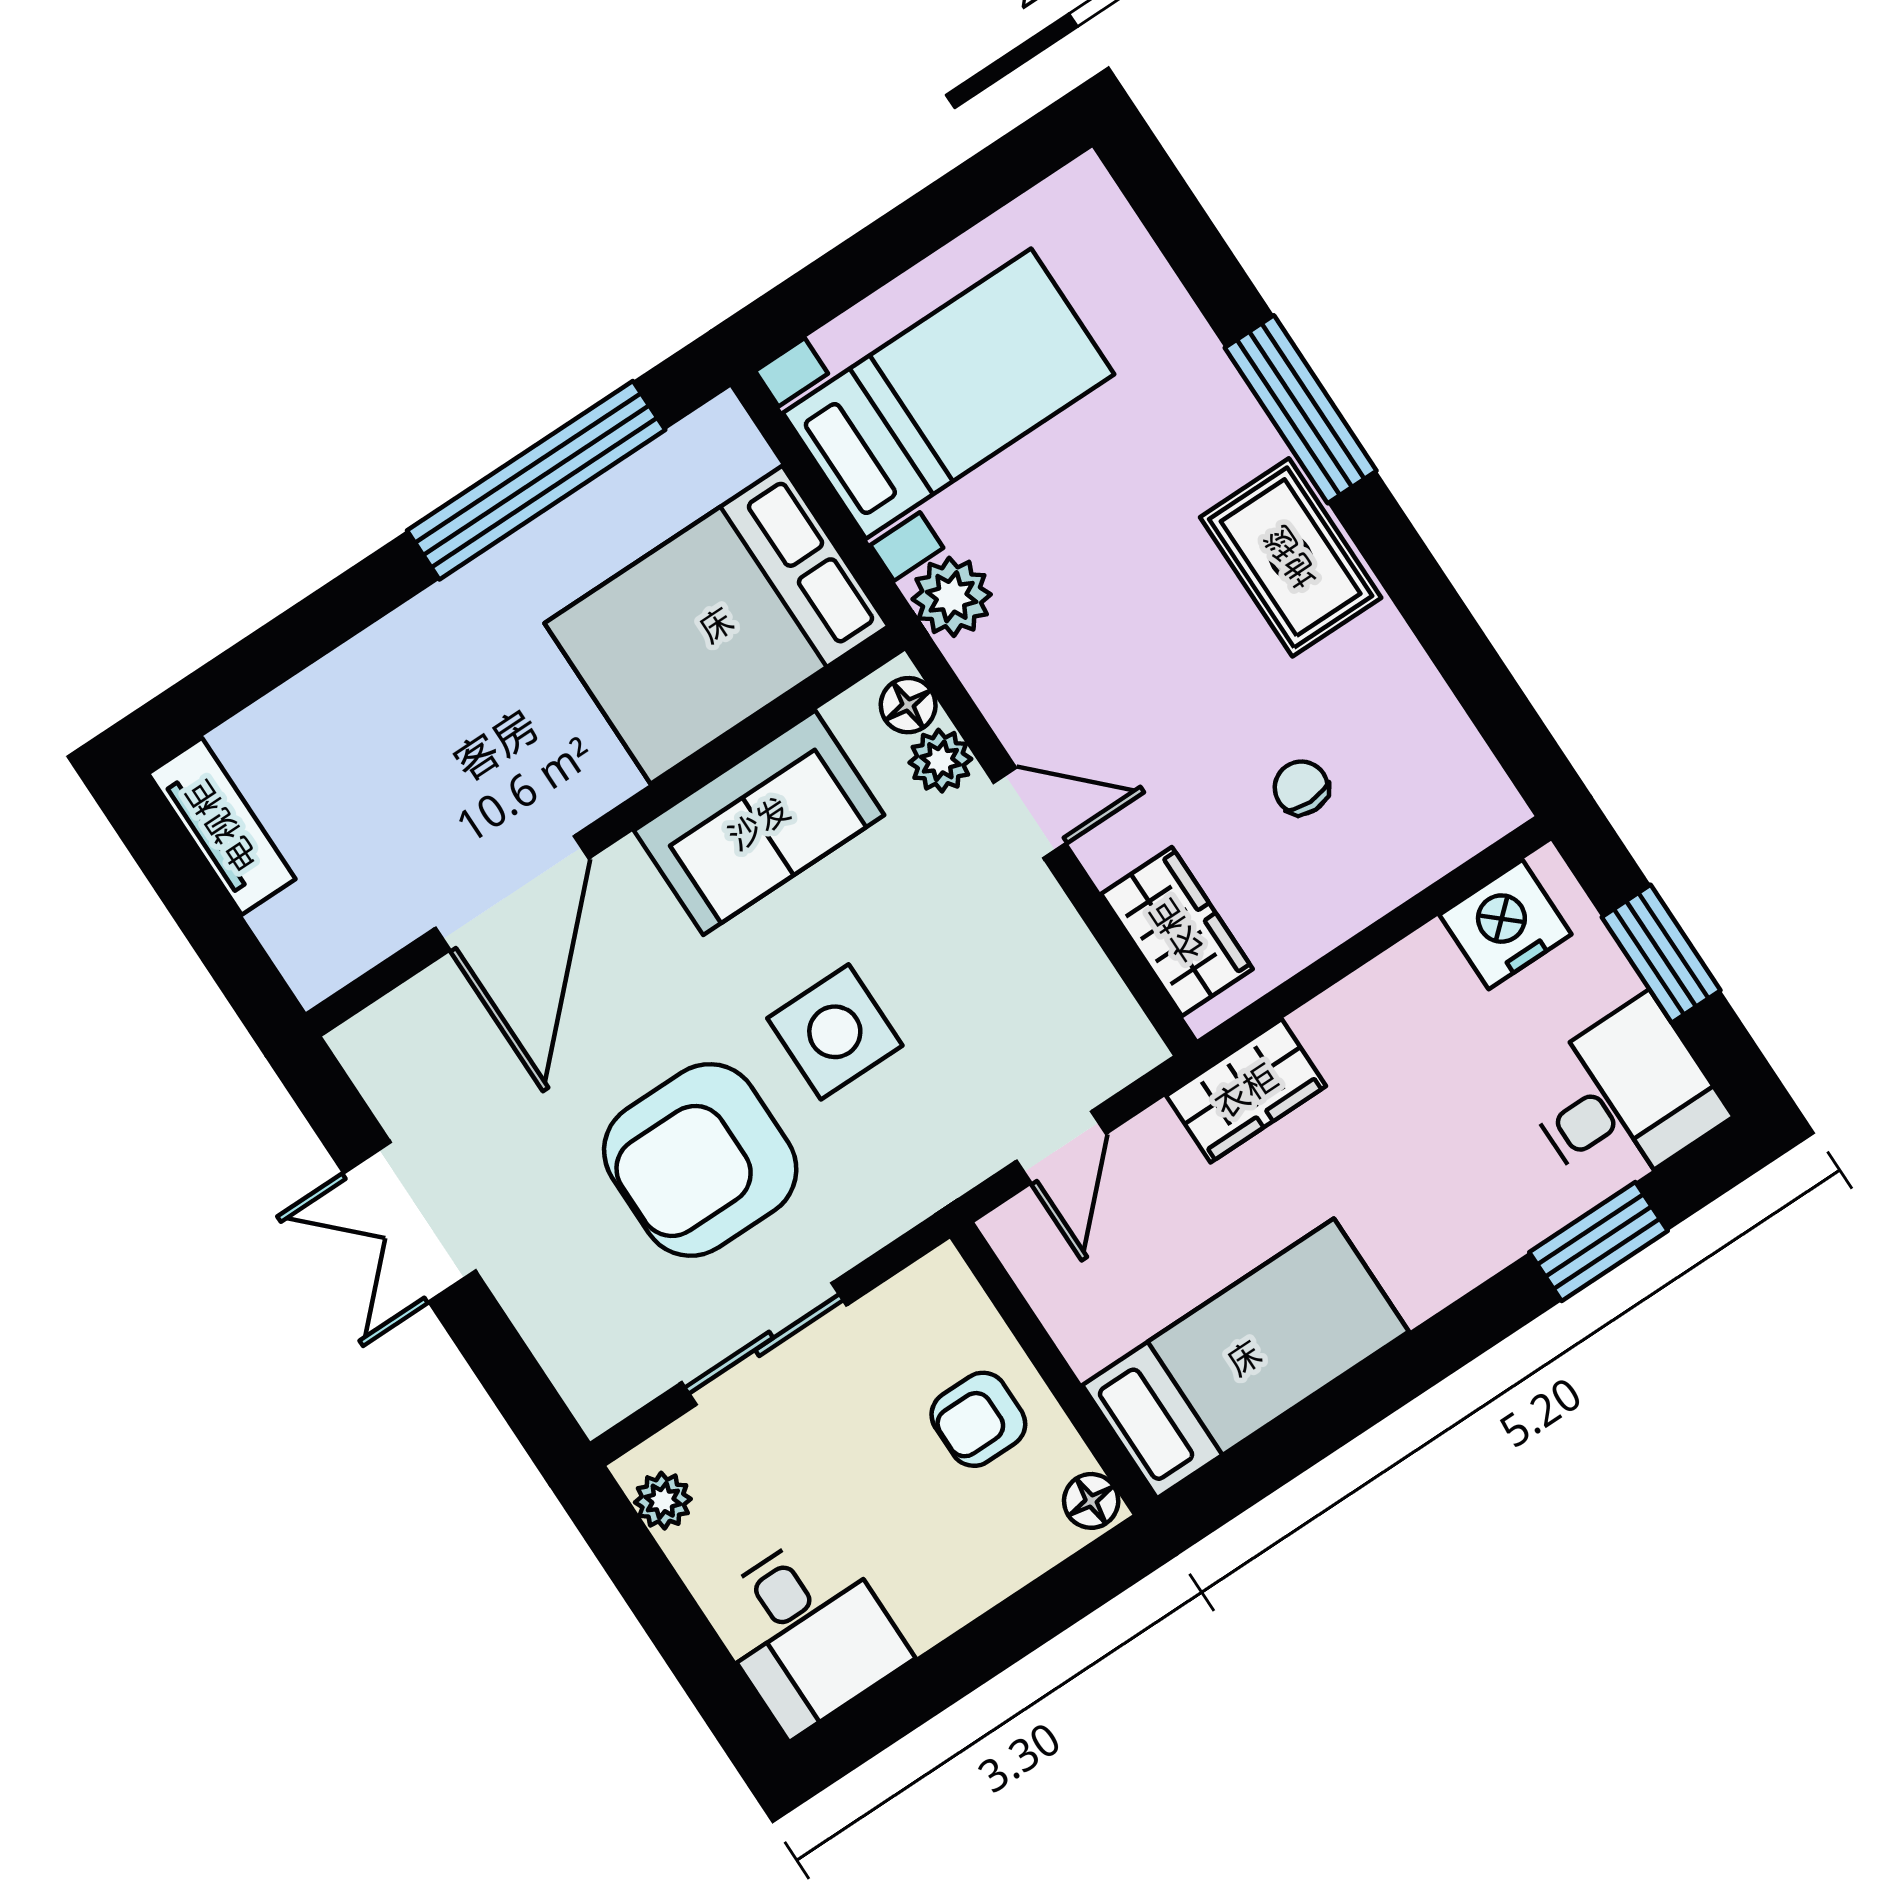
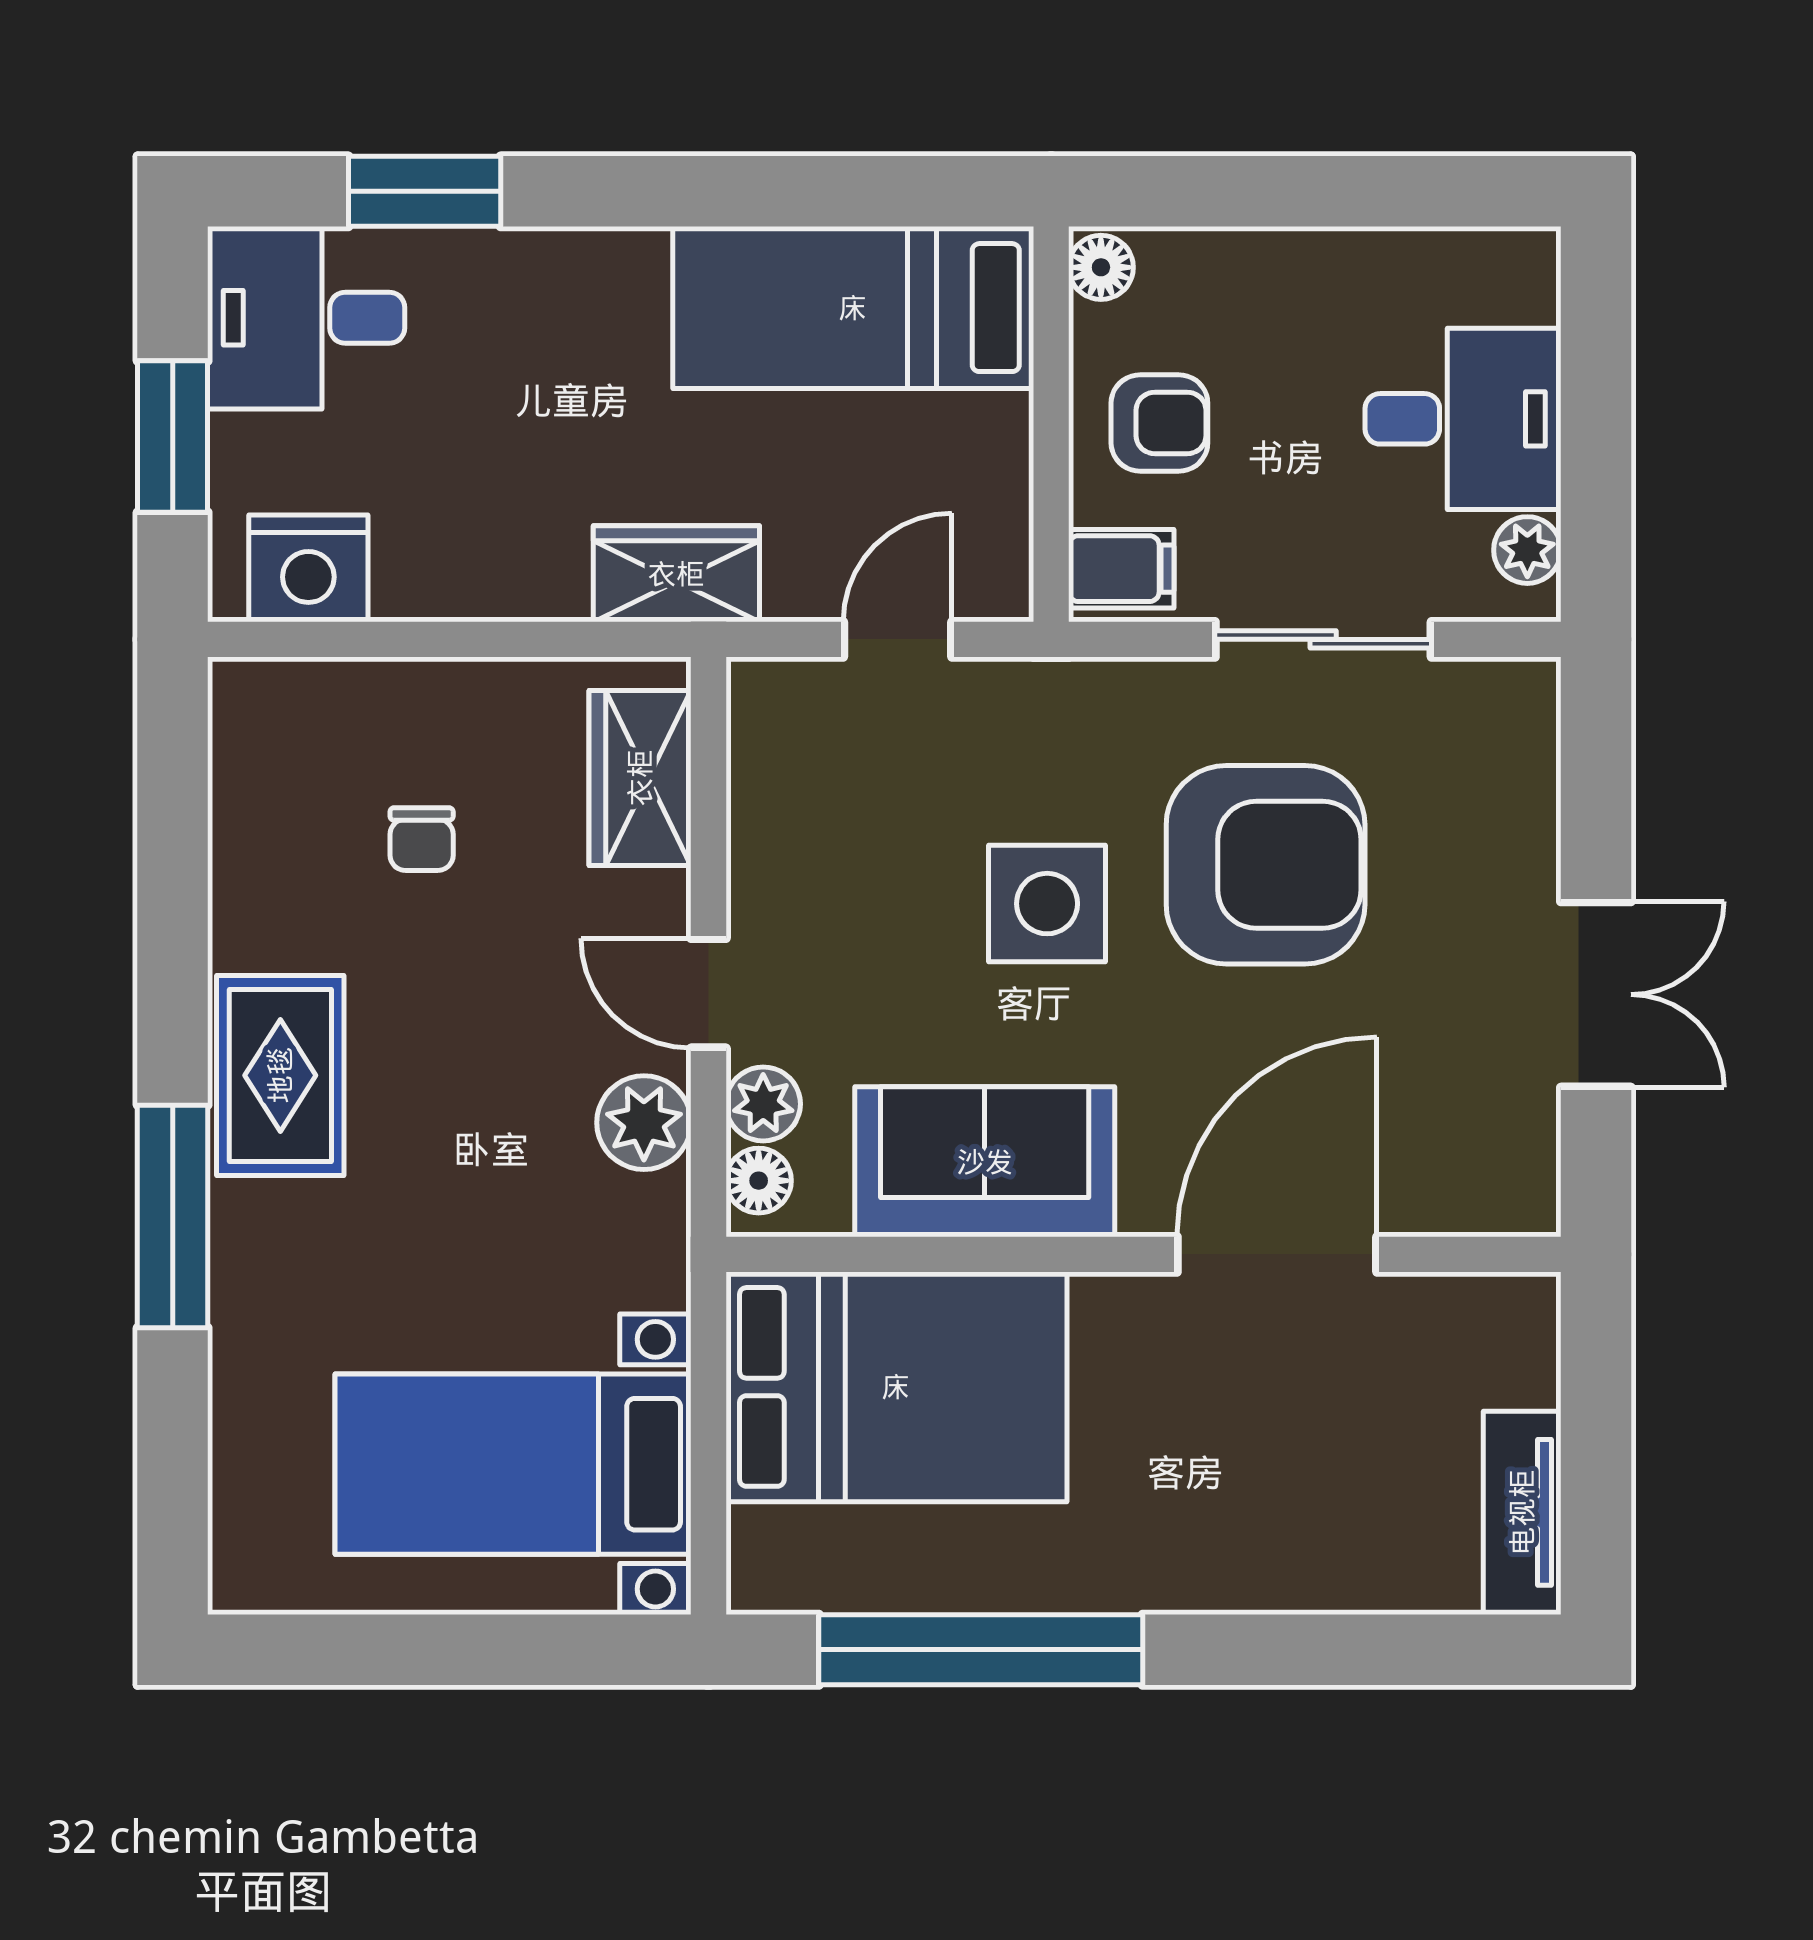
plant: (952, 597) -> (644, 1123), moved
filing cabinet: (938, 1300) -> (1121, 569), added
desk: (807, 1632) -> (1463, 419), moved, turned 90

